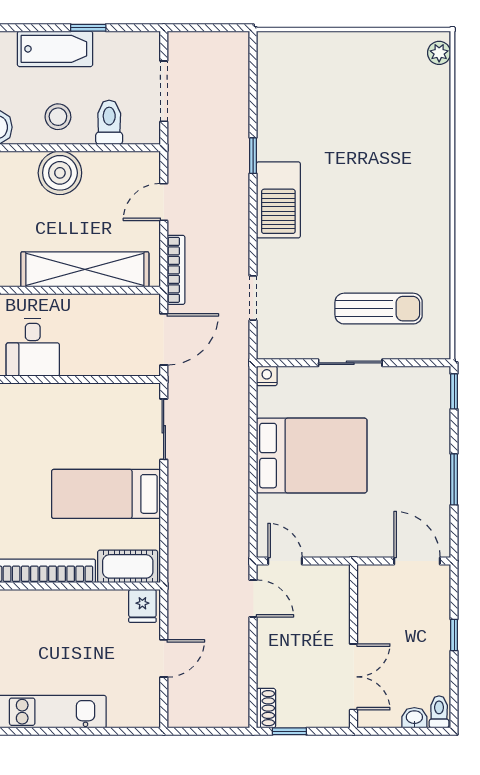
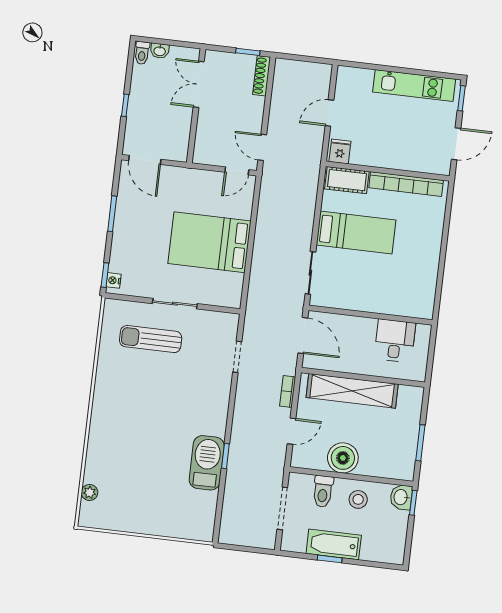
bathtub: (55, 49) -> (334, 544), moved
plant: (439, 53) -> (90, 492), moved
boiler: (60, 173) -> (343, 458), moved
barbecue: (278, 200) -> (207, 463), moved
bookcase: (176, 270) -> (288, 392), width x0.64
door: (164, 339) -> (303, 335), swing flipped
nightstand: (267, 376) -> (114, 280), moved, turned 90
door: (285, 561) -> (237, 171), hinge flipped
shoe rack: (266, 708) -> (262, 76), width x1.43

